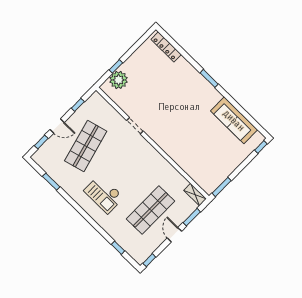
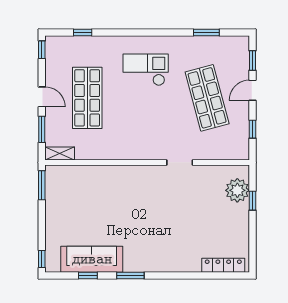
window: (209, 78) -> (130, 275), moved
window: (245, 114) -> (88, 275), added

